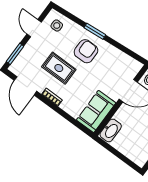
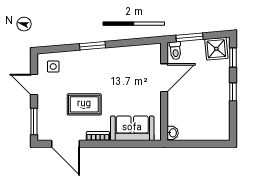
armchair: (86, 51) -> (98, 70), removed
sofa: (96, 111) -> (132, 128), moved, turned 90
washbasin: (111, 130) -> (173, 133), width x0.52, depth x0.69

